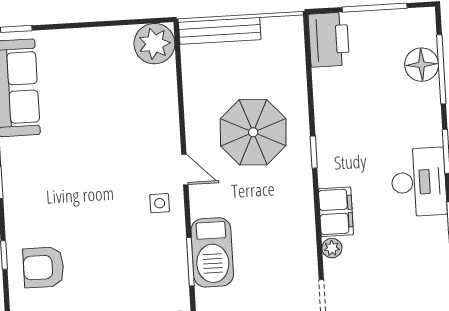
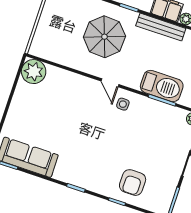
bench: (220, 31) -> (161, 27), moved, turned 90
door: (185, 170) -> (110, 83), swing flipped

